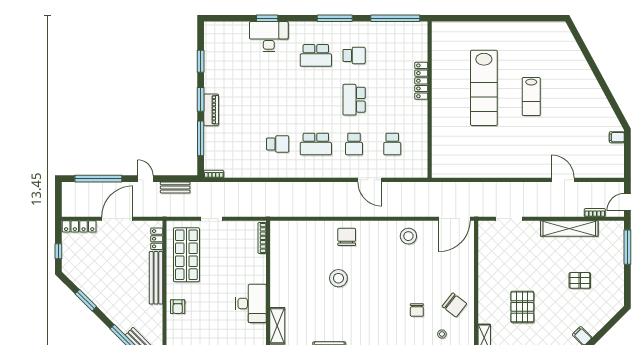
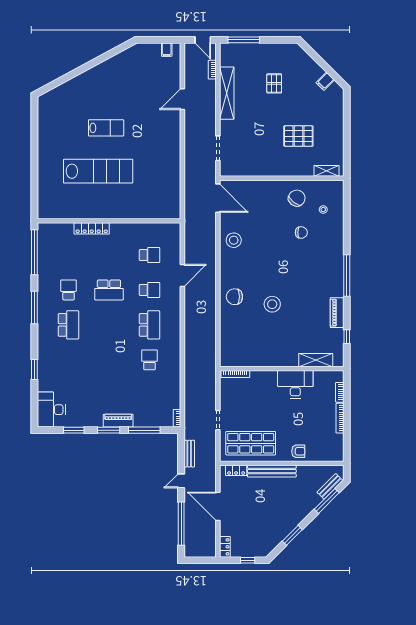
desk: (269, 37) -> (51, 410), moved
filing cabinet: (617, 137) -> (167, 50), moved
locker: (79, 226) -> (225, 547), width x0.66

